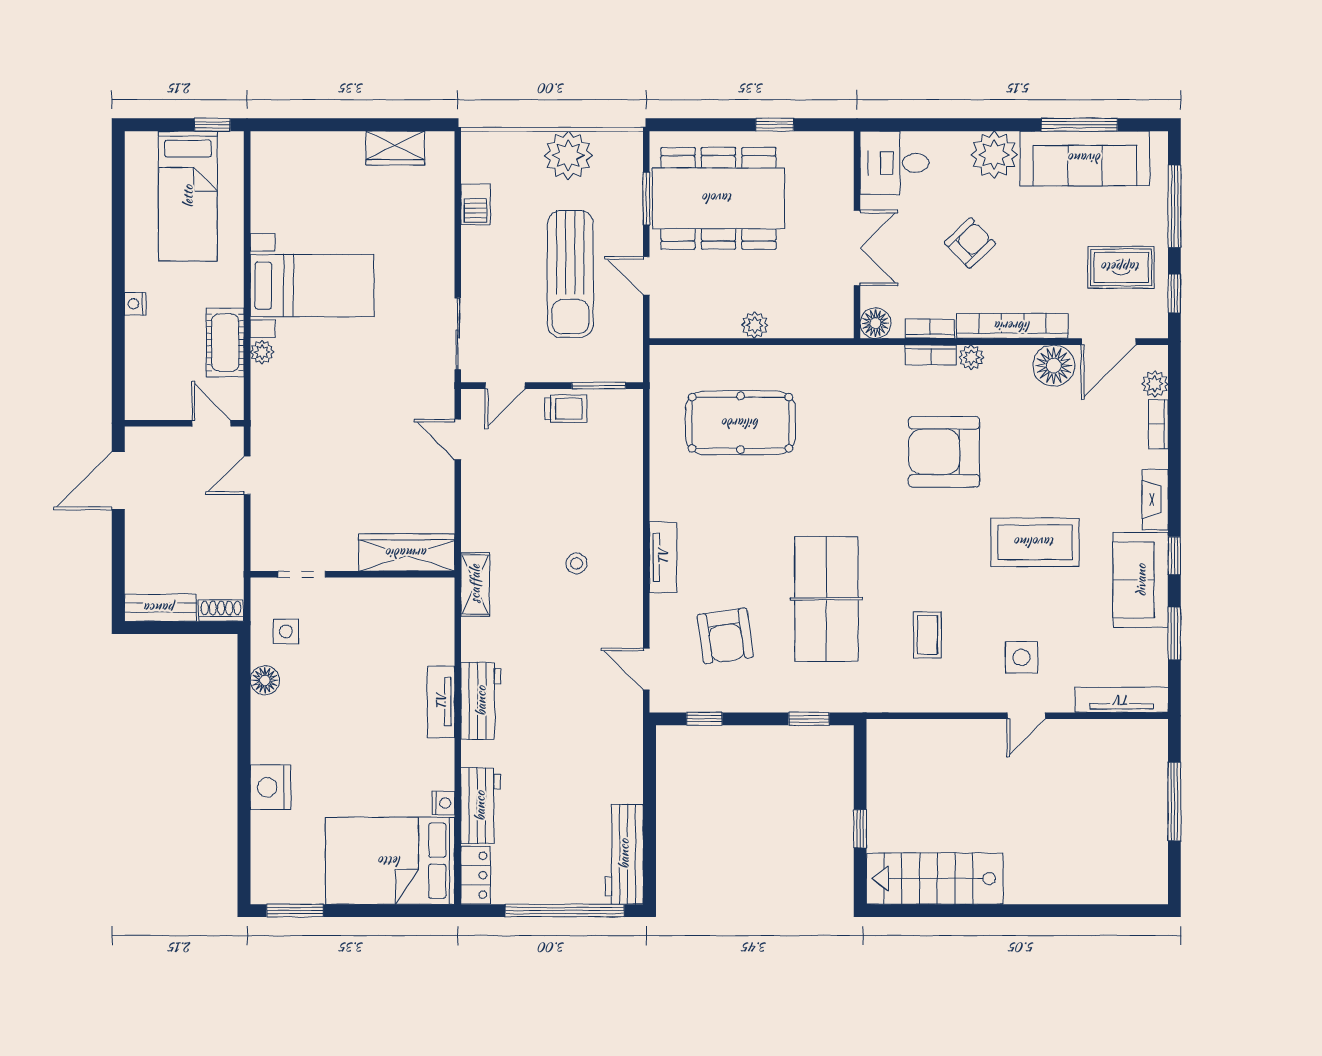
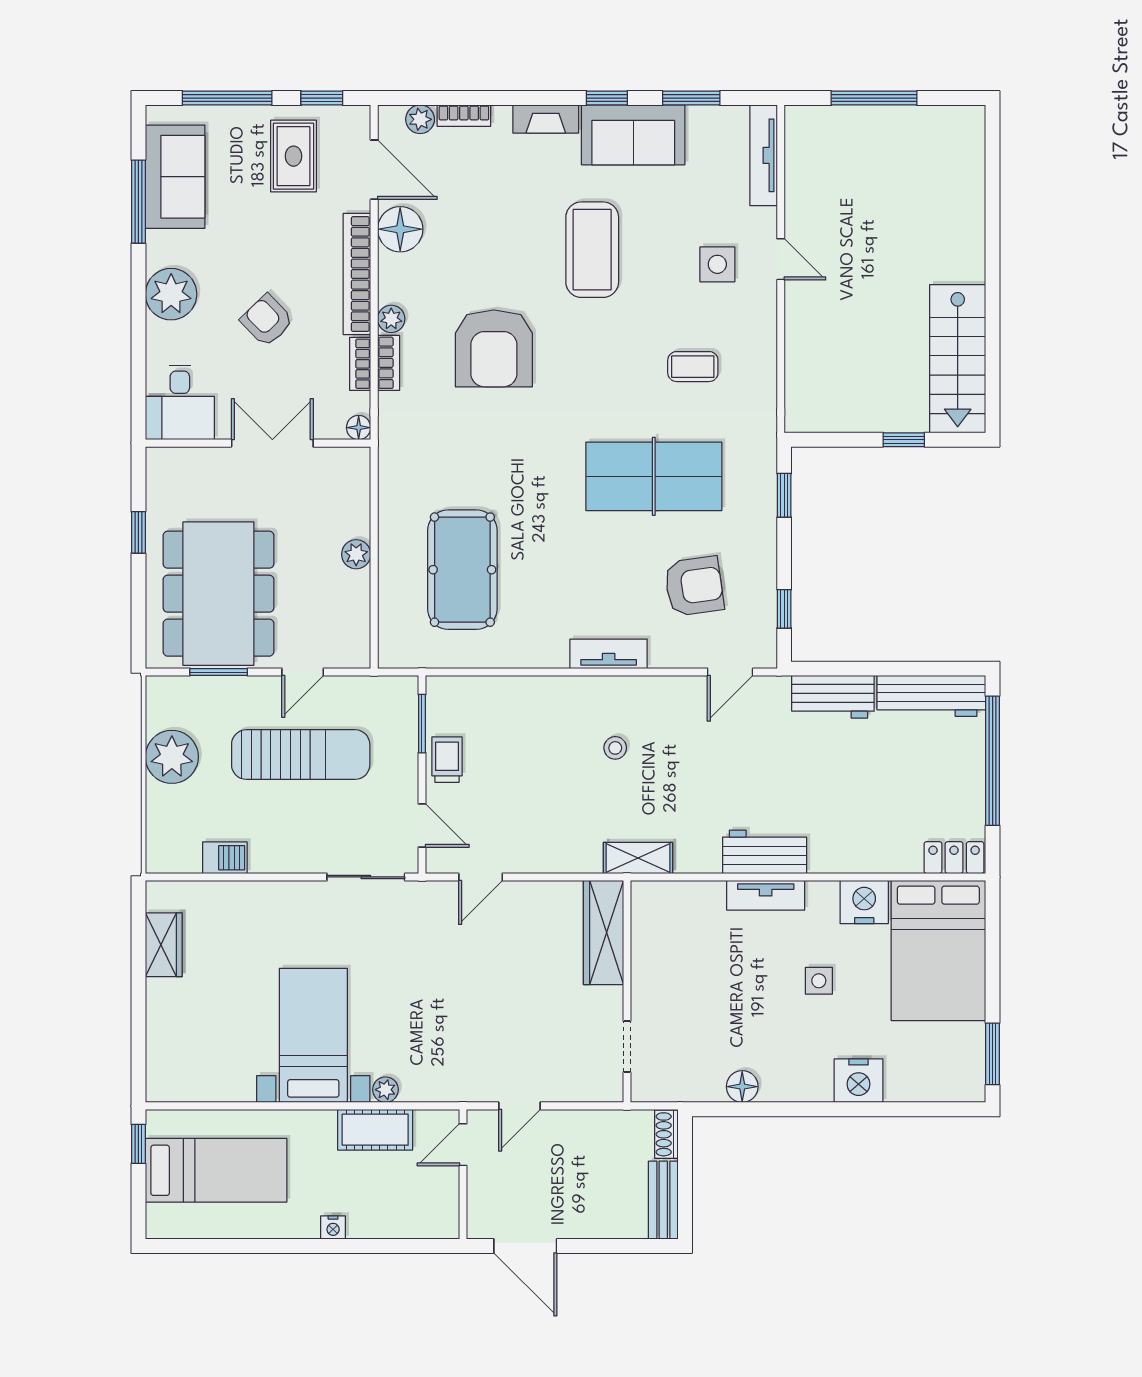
sofa: (1085, 158) -> (175, 177), width x0.73
floor lamp: (875, 323) -> (359, 428), width x0.73, depth x0.73
door: (247, 475) -> (519, 1106), hinge flipped
side table: (286, 631) -> (819, 981), moved
nightstand: (443, 803) -> (864, 902), width x1.89, depth x1.79
workbench: (480, 806) -> (833, 697), moved, turned 180

